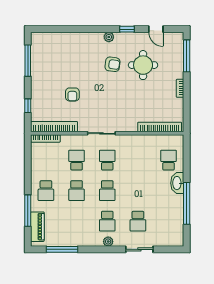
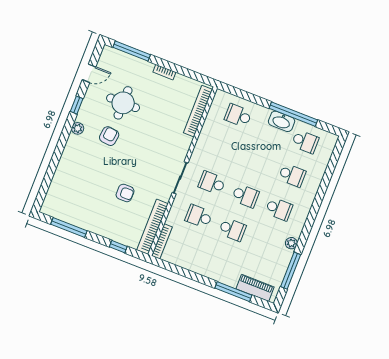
washbasin: (177, 183) -> (282, 121), moved
school desk: (46, 191) -> (305, 142), moved
plant: (108, 242) -> (291, 243), moved
sliding door: (139, 249) -> (324, 186), removed

